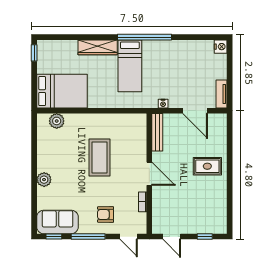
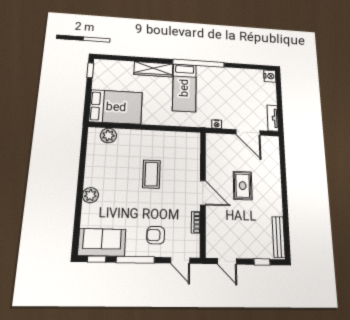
bench: (157, 132) -> (279, 237), moved
coffee table: (100, 157) -> (151, 174), width x0.73, depth x0.76
rug: (207, 166) -> (243, 186), moved, turned 90

